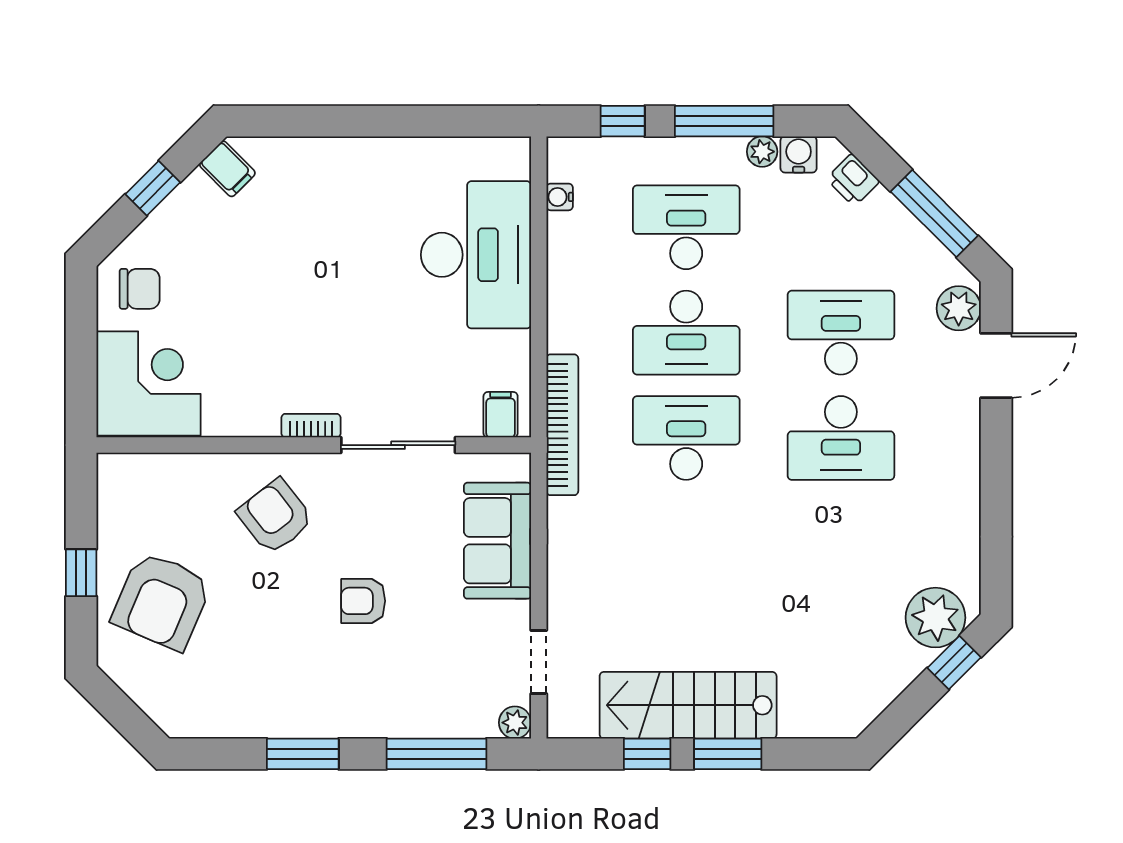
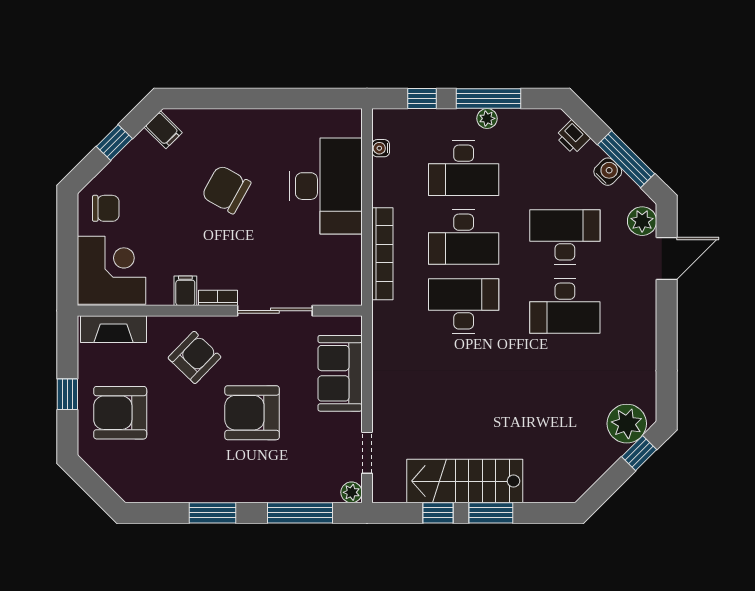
plant: (762, 152) -> (487, 118), moved
water cooler: (799, 154) -> (608, 172), moved, turned 45
desk: (686, 227) -> (464, 168), turned 180
chair: (324, 260) -> (226, 189), added
filing cabinet: (501, 415) -> (185, 291), moved
bookcase: (562, 425) -> (382, 254), moved
fireplace: (151, 473) -> (113, 329), added
armchair: (275, 516) -> (194, 357), turned 82
armchair: (162, 601) -> (120, 413), turned 67
armchair: (363, 601) -> (252, 413), width x1.88, depth x1.88

